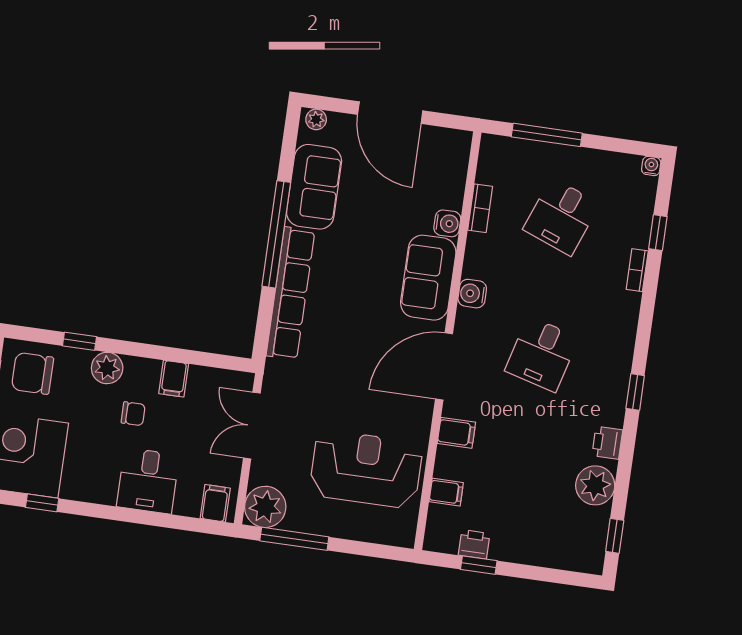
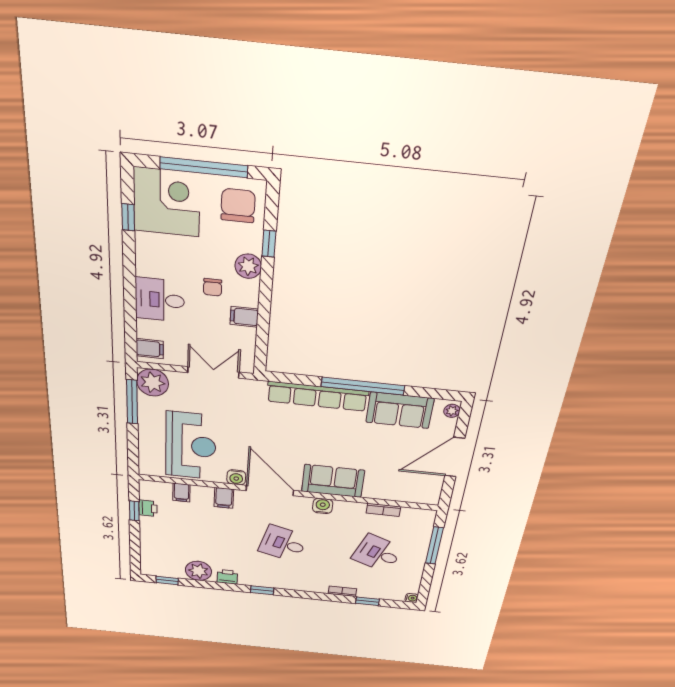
water cooler: (447, 223) -> (236, 477), moved

